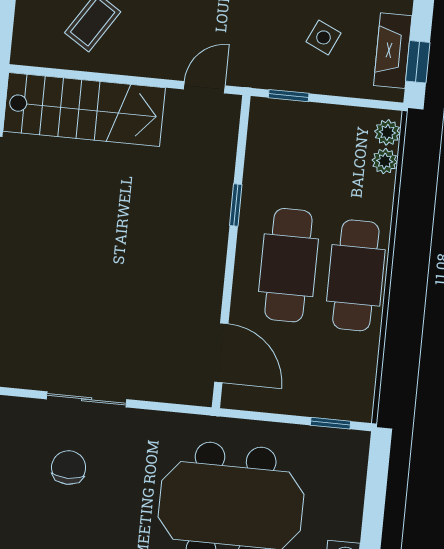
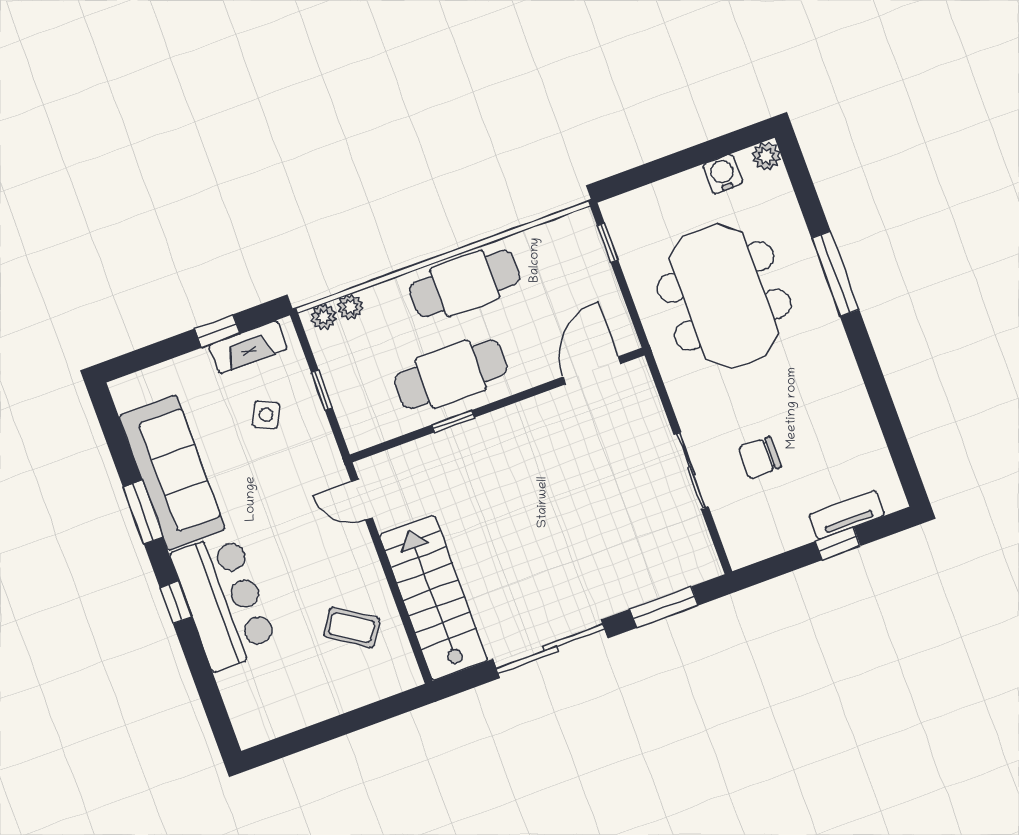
window: (418, 62) -> (217, 331), moved
window: (289, 96) -> (322, 390), moved
cafe table: (288, 265) -> (451, 374), moved

